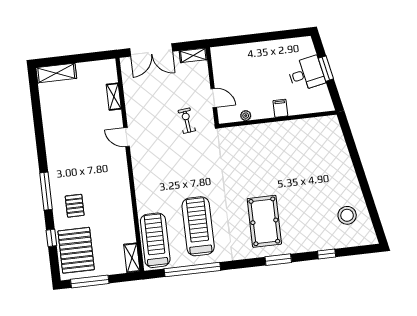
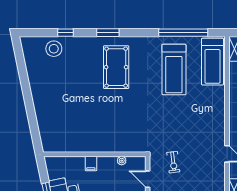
stool: (347, 215) -> (54, 49), moved

